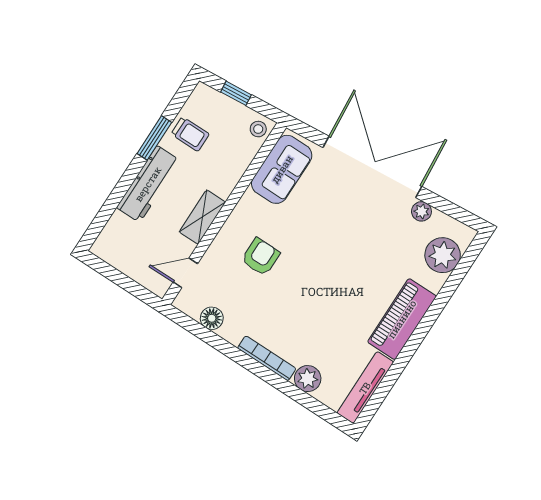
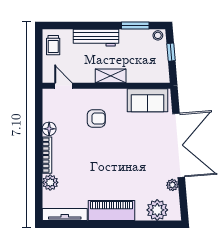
stool: (258, 129) -> (158, 35), moved
trolley: (190, 134) -> (53, 45), moved
window: (154, 138) -> (135, 26), moved
shelving: (202, 217) -> (111, 76), moved
floor lamp: (212, 318) -> (49, 129), moved

